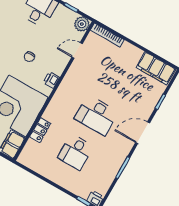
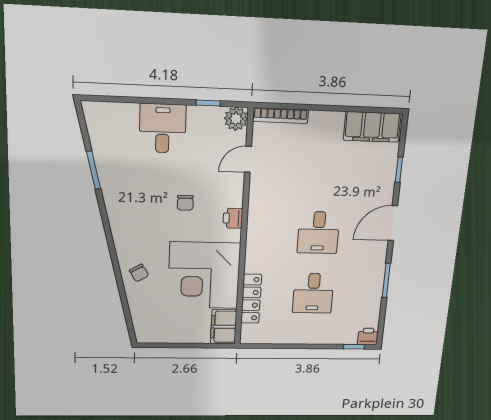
desk: (96, 115) -> (318, 233), width x0.73
locker: (40, 130) -> (251, 299), width x1.53

